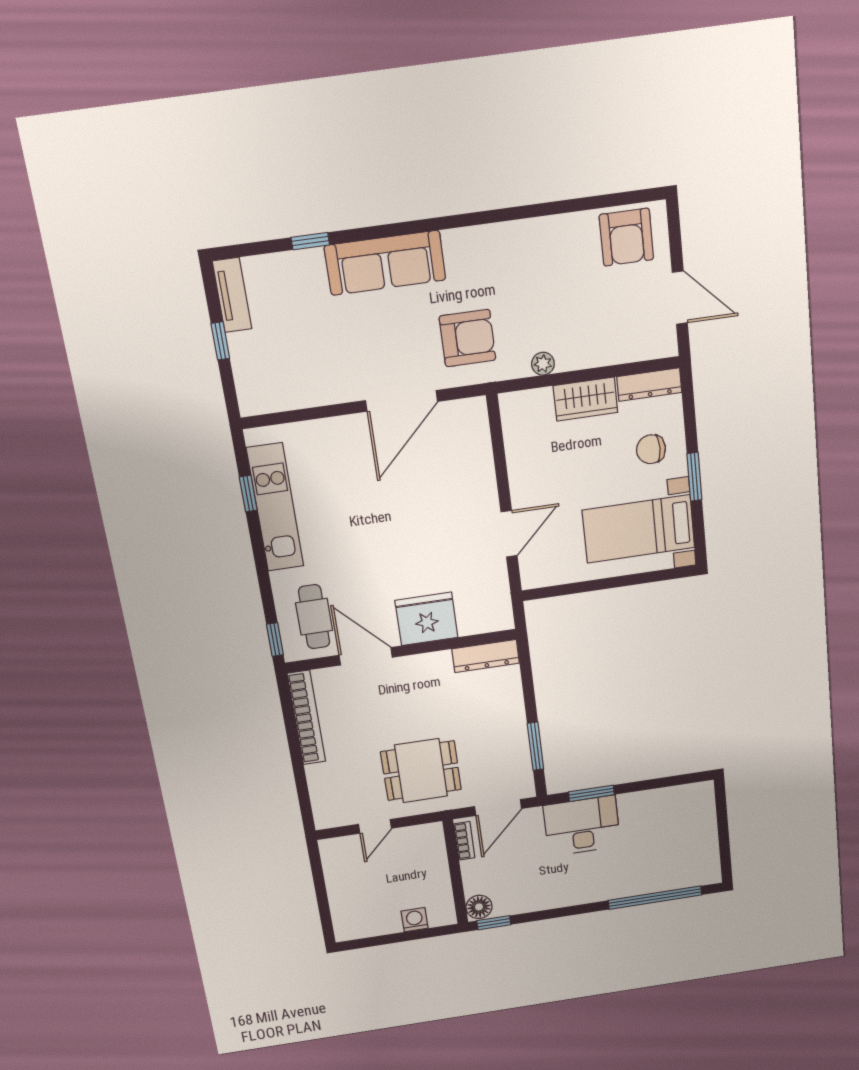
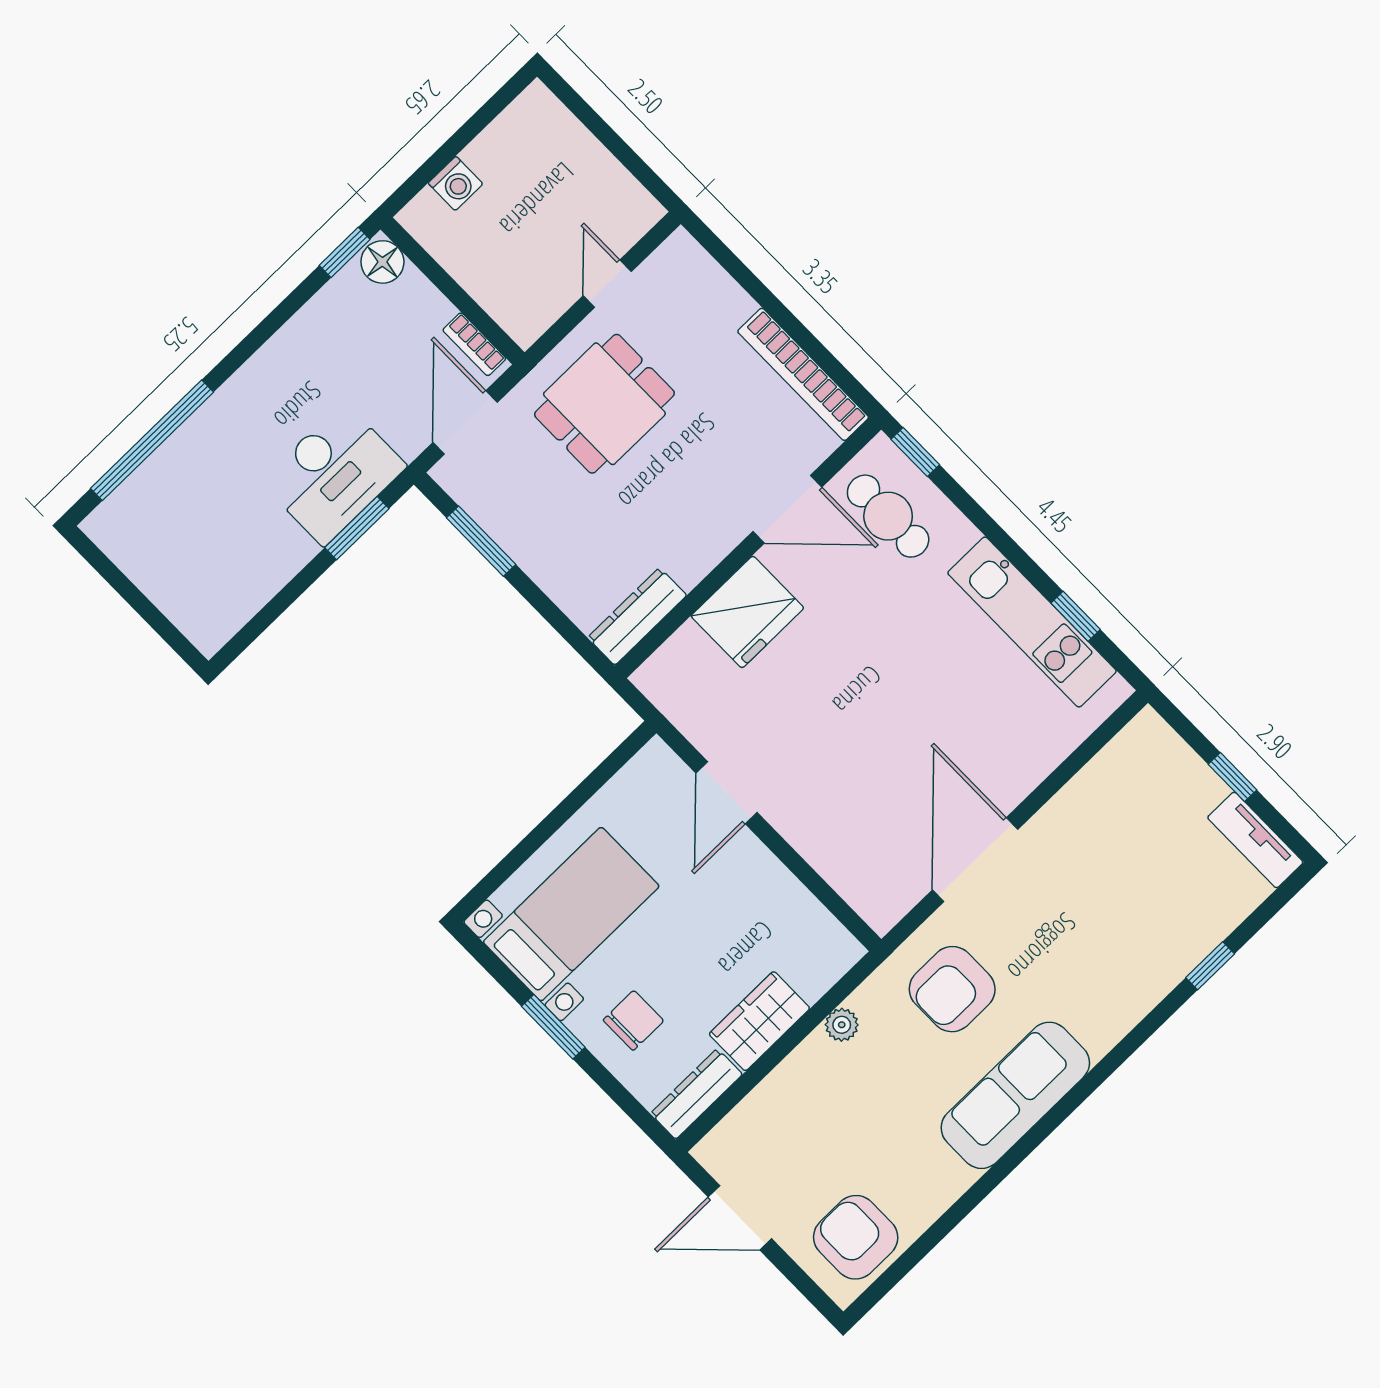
sofa: (385, 263) -> (1015, 1095), moved

